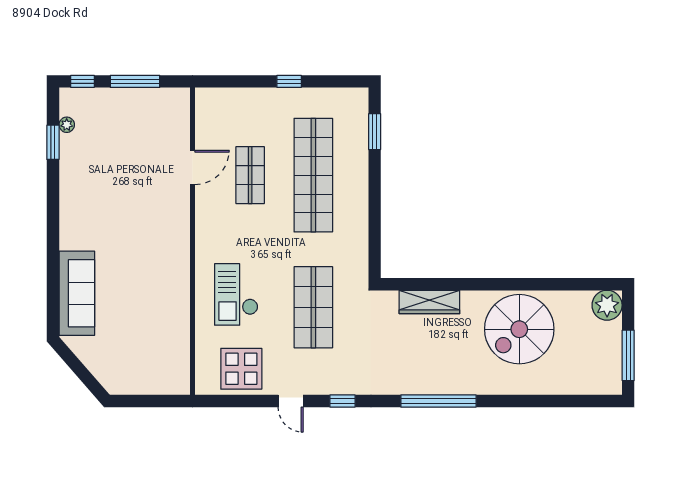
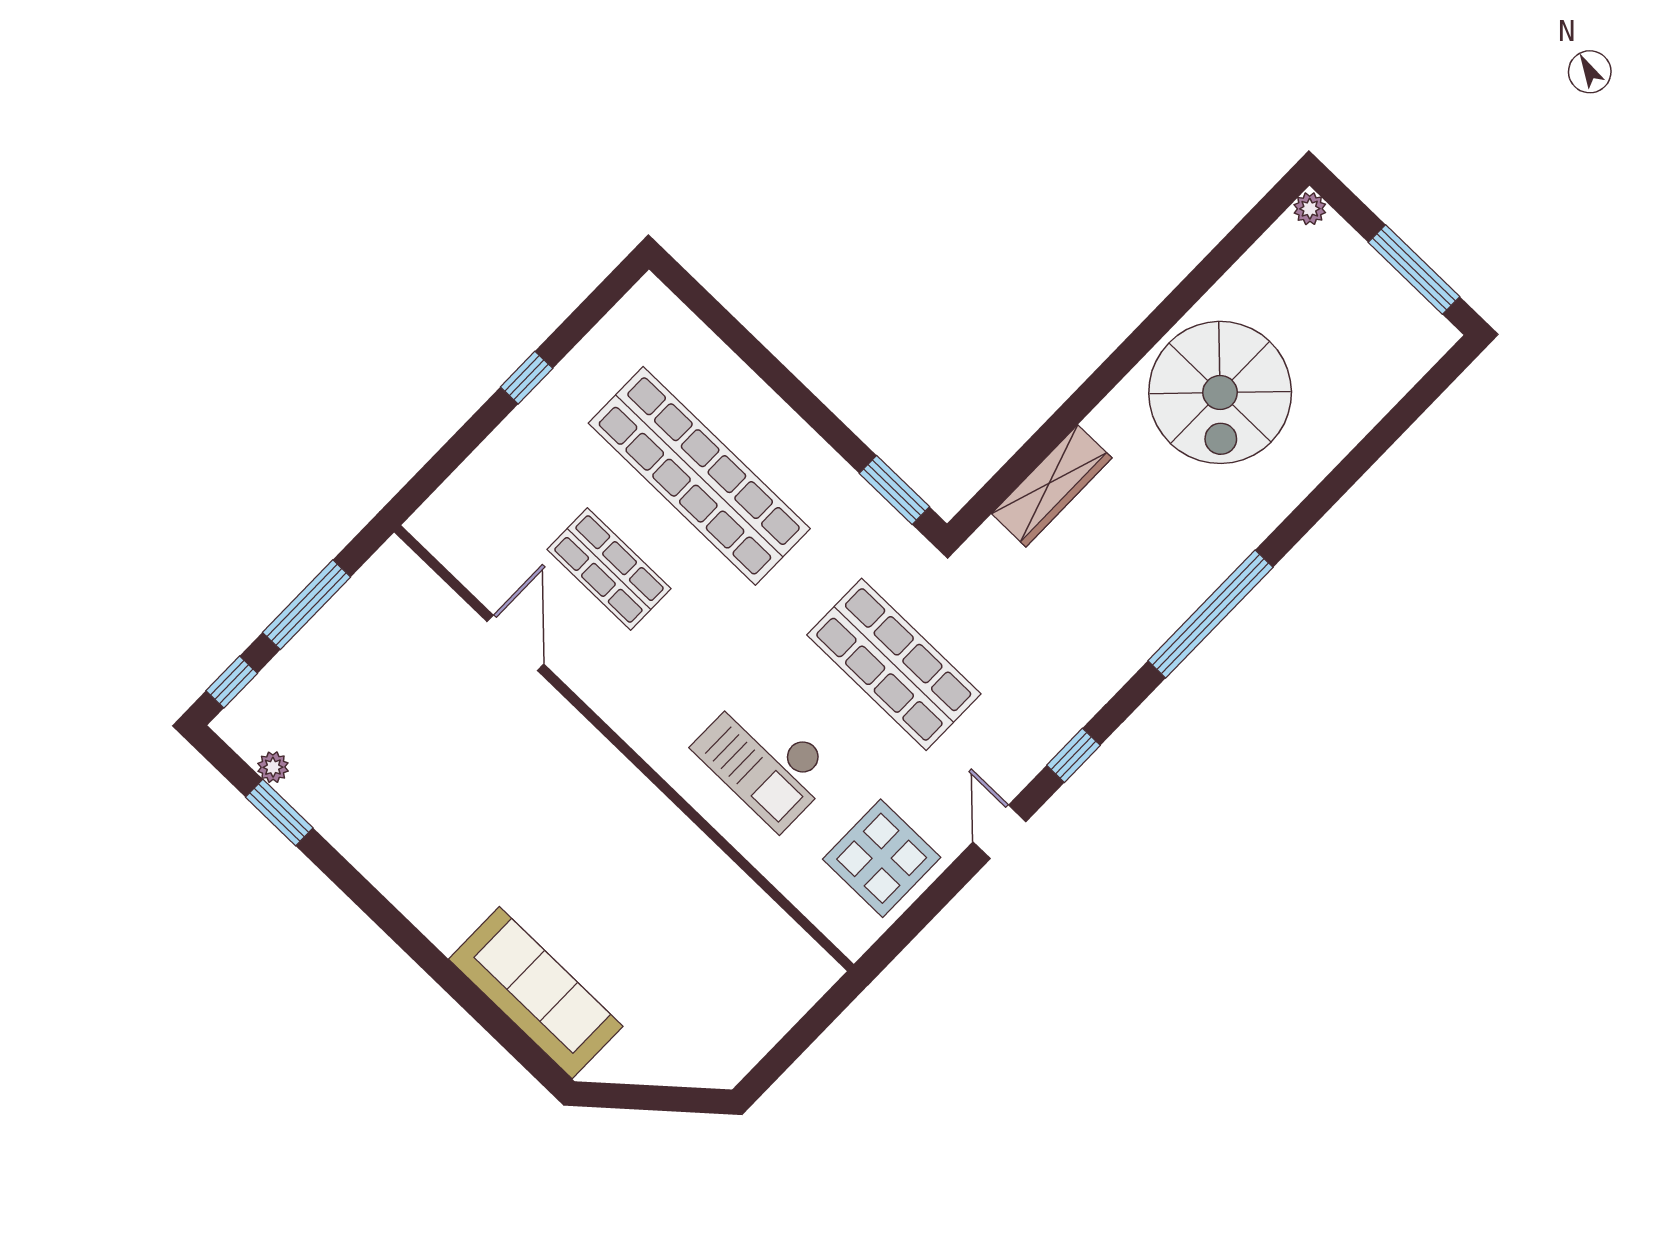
window: (375, 132) -> (894, 490), moved
plant: (607, 305) -> (1310, 209), width x0.53, depth x0.53
door: (291, 401) -> (999, 832), swing flipped

